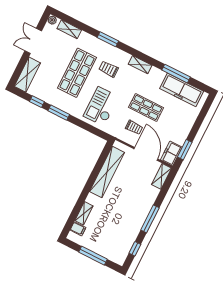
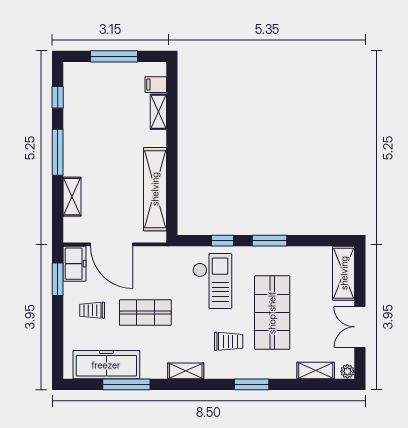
double door: (33, 41) -> (360, 327), swing flipped
window: (37, 102) -> (222, 241), moved
trolley: (134, 127) -> (92, 310), moved
shelving: (162, 176) -> (72, 197), moved

